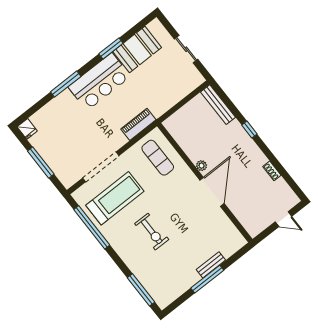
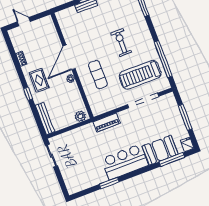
sliding door: (186, 49) -> (51, 156), moved
booth: (137, 50) -> (160, 150), moved
window: (66, 84) -> (172, 159), moved
plant: (174, 122) -> (80, 116), added
rug: (241, 151) -> (39, 80), added
exercise mat: (158, 158) -> (98, 74), moved

